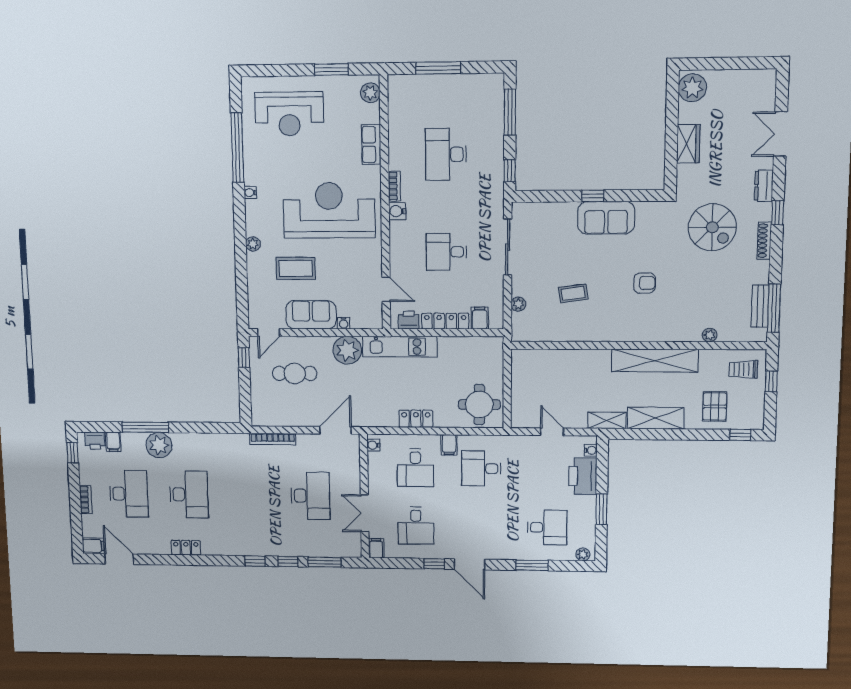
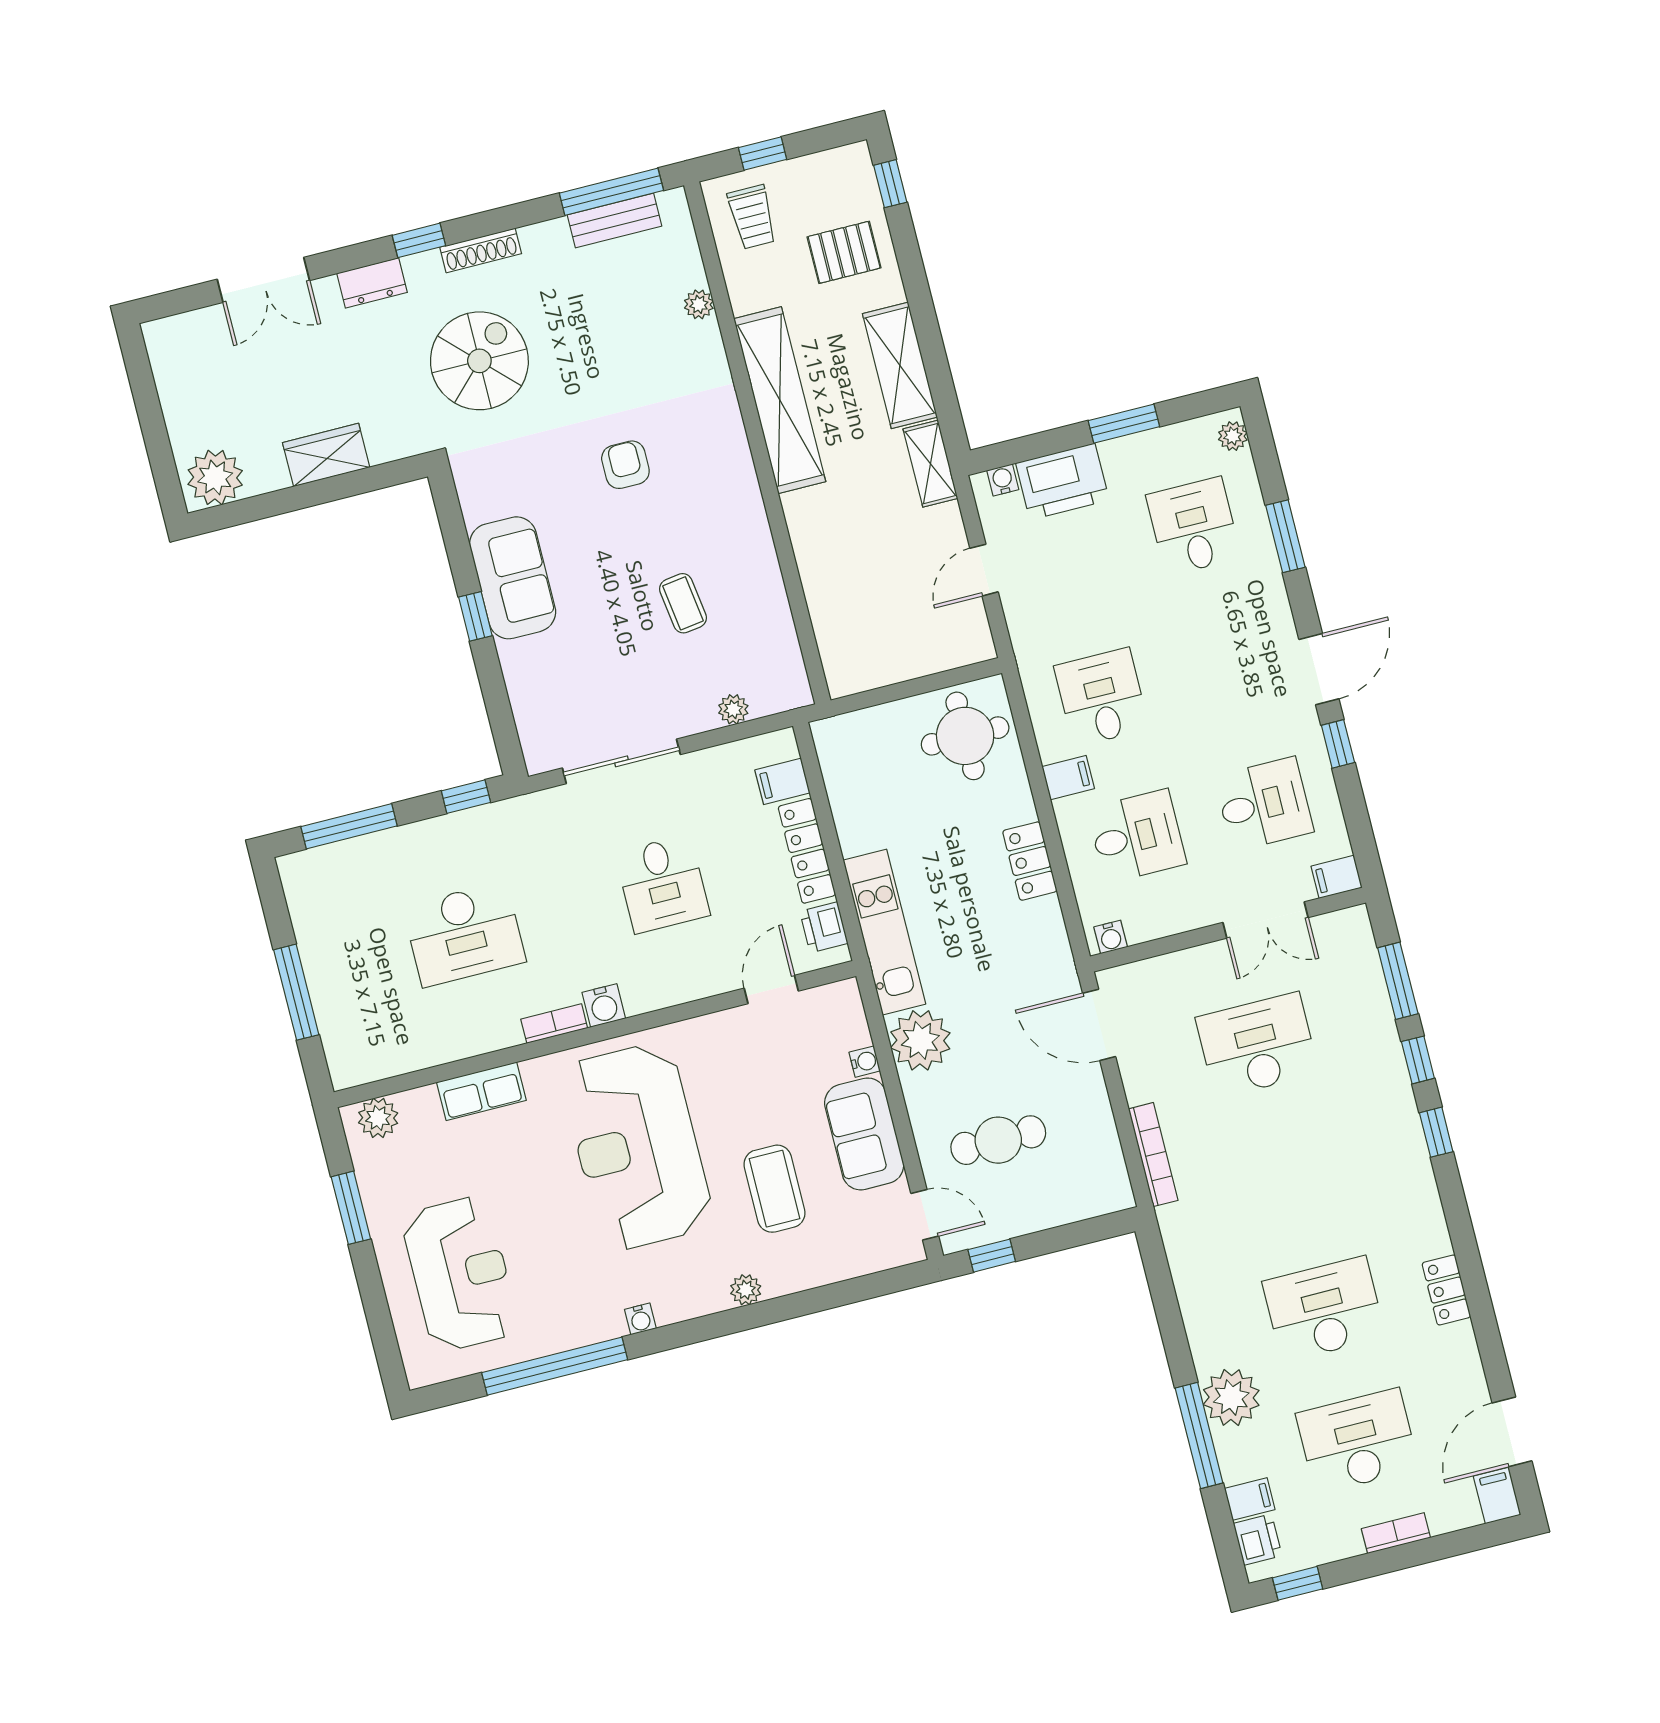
cafe table: (295, 373) -> (998, 1140), turned 90
desk: (481, 468) -> (1102, 697), turned 180

